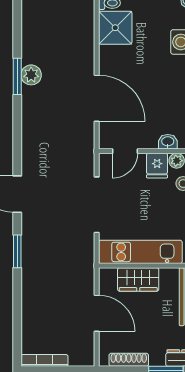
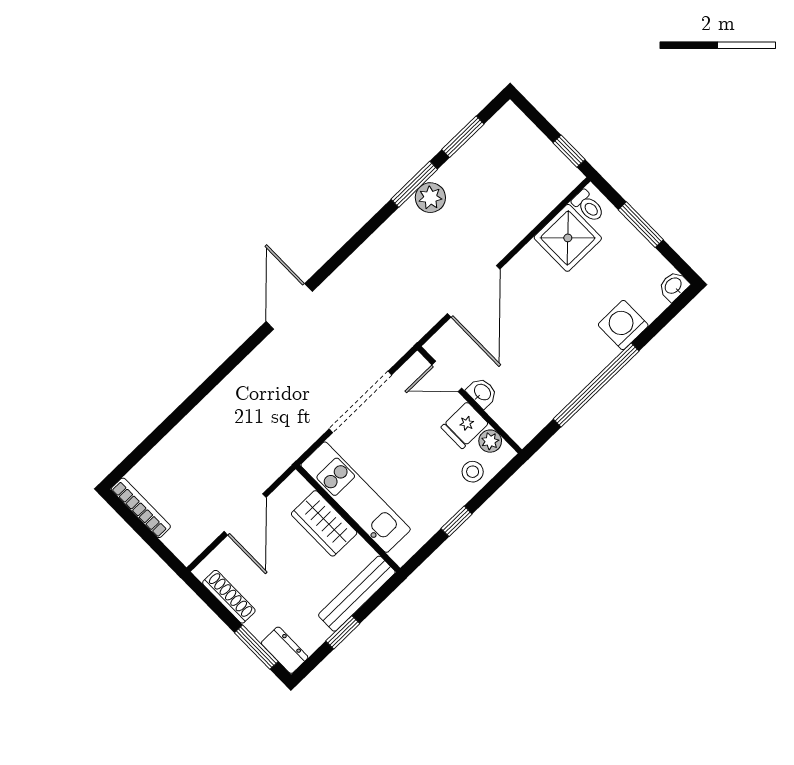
washbasin: (168, 142) -> (482, 393), moved
window: (17, 251) -> (463, 137), moved

